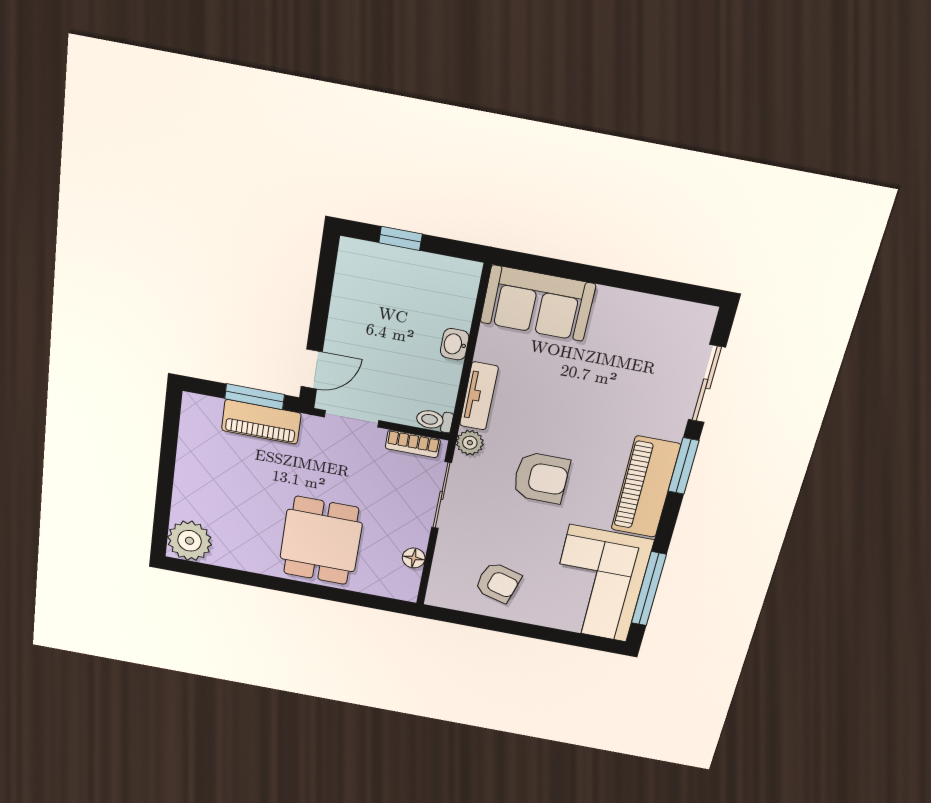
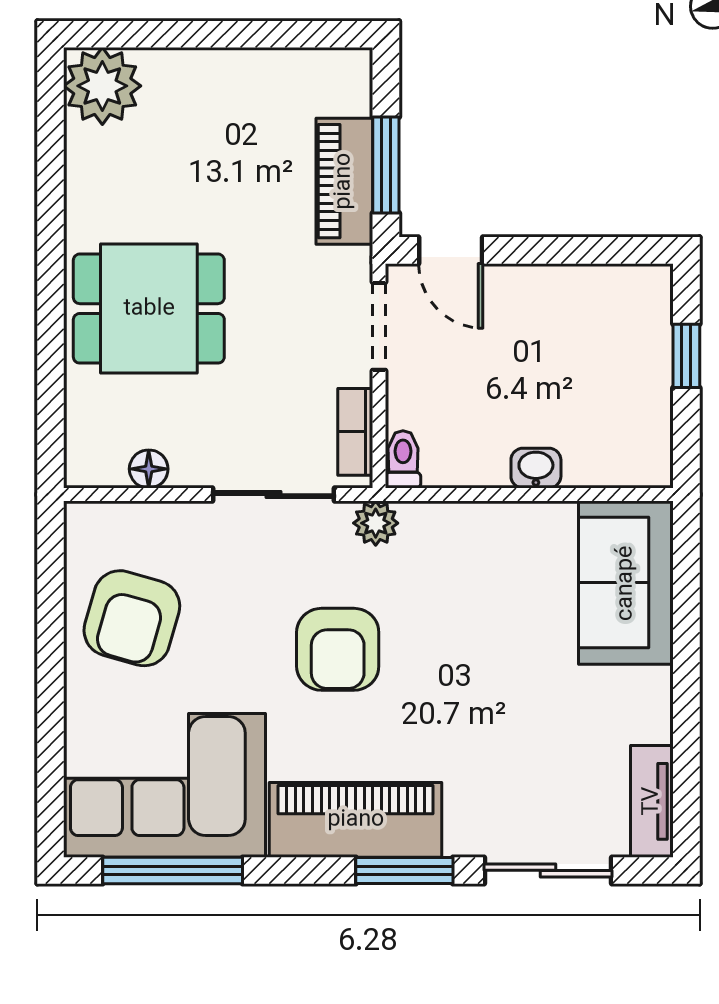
tv unit: (479, 396) -> (652, 801), moved, turned 90
armchair: (498, 583) -> (132, 618), width x1.38, depth x1.38

